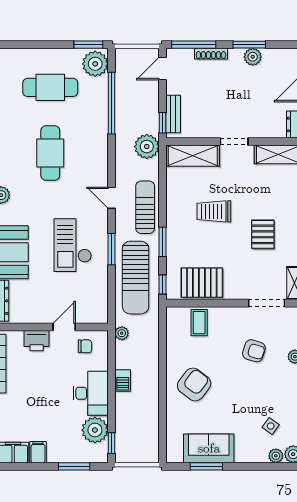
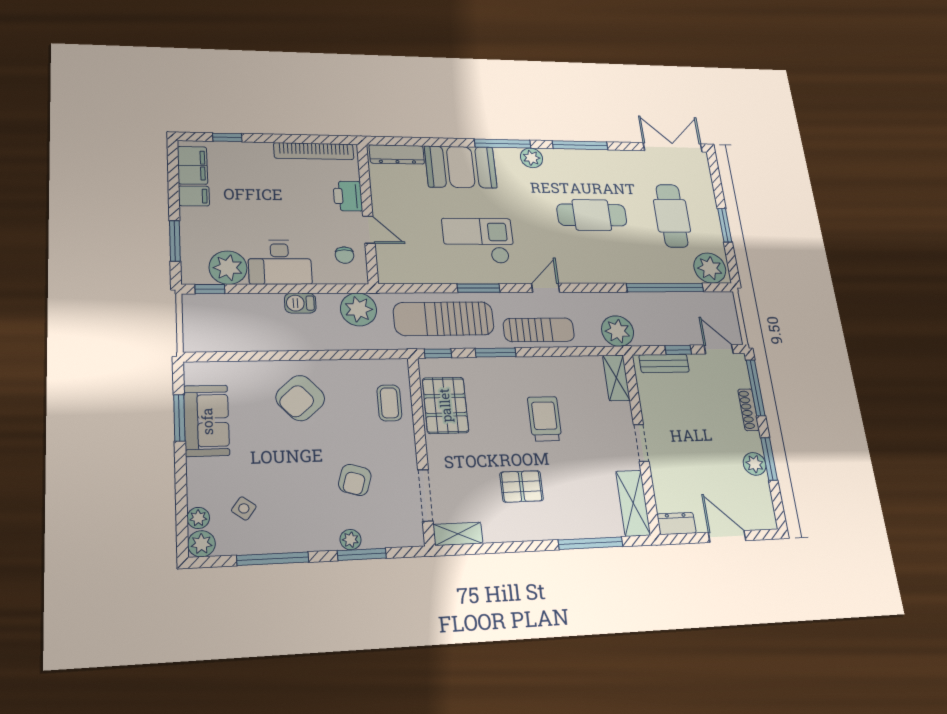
window: (88, 45) -> (725, 225), moved
window: (162, 123) -> (678, 350), moved
shelving: (193, 156) -> (616, 378), width x0.67, depth x0.75
coffee table: (199, 323) -> (389, 403), turned 90
plant: (122, 333) -> (359, 309), width x1.88, depth x1.88
armchair: (194, 384) -> (300, 398), turned 101

